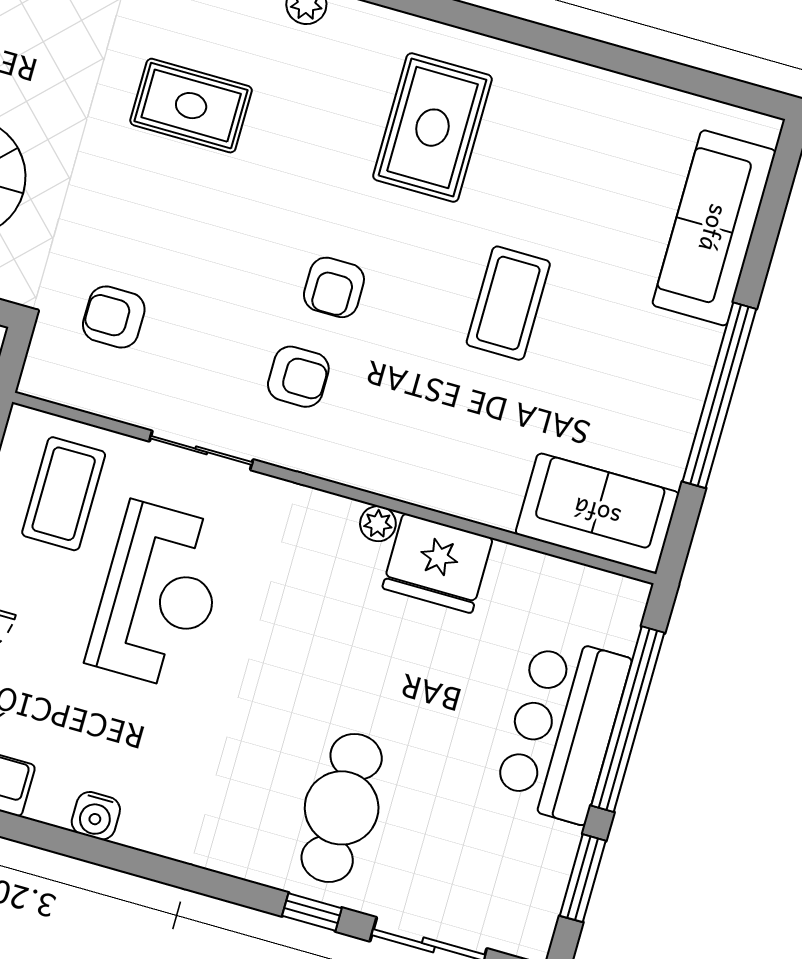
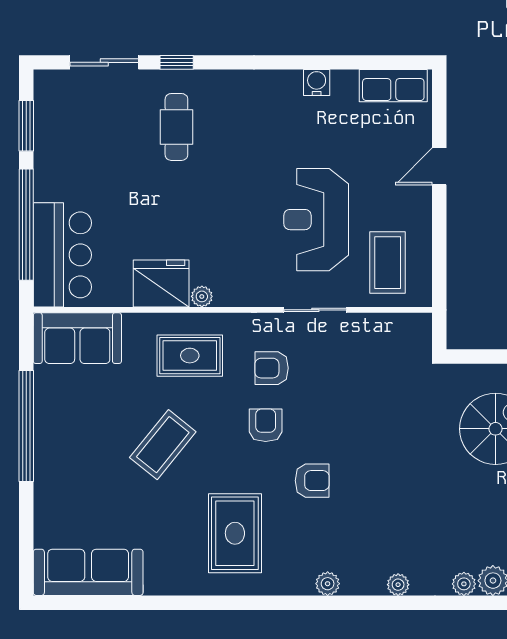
rug: (191, 106) -> (190, 356), moved
sofa: (714, 228) -> (88, 572), moved, turned -90
coffee table: (508, 303) -> (163, 445), turned 39
armchair: (114, 317) -> (312, 481), moved
bar counter: (562, 729) -> (62, 255), moved
cafe table: (342, 808) -> (176, 127), width x0.73, depth x0.74

